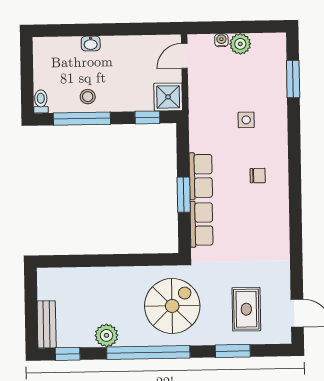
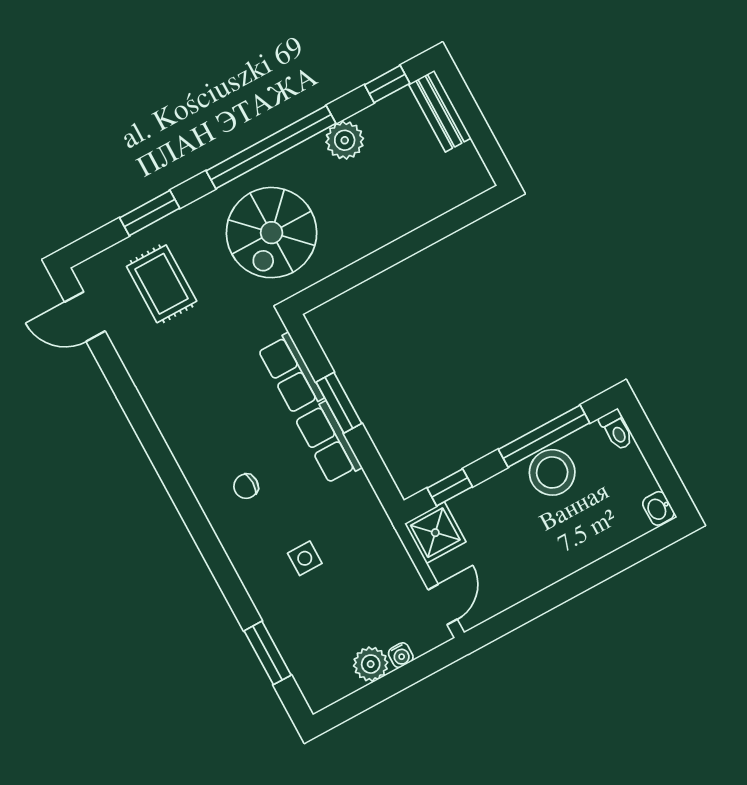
washbasin: (91, 43) -> (658, 508), moved, turned -90
stool: (88, 97) -> (552, 472), width x1.89, depth x1.89

